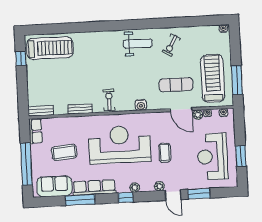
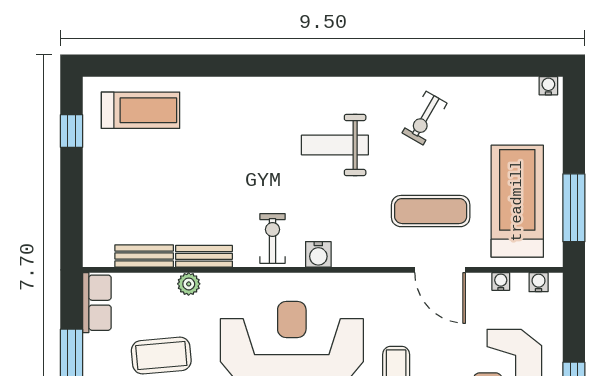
weight bench: (138, 44) -> (335, 145), moved, turned 180
treadmill: (50, 48) -> (141, 110), width x0.73, depth x0.73
water cooler: (141, 105) -> (318, 254), moved
bench: (41, 111) -> (144, 256), moved
plant: (198, 115) -> (189, 284), moved

